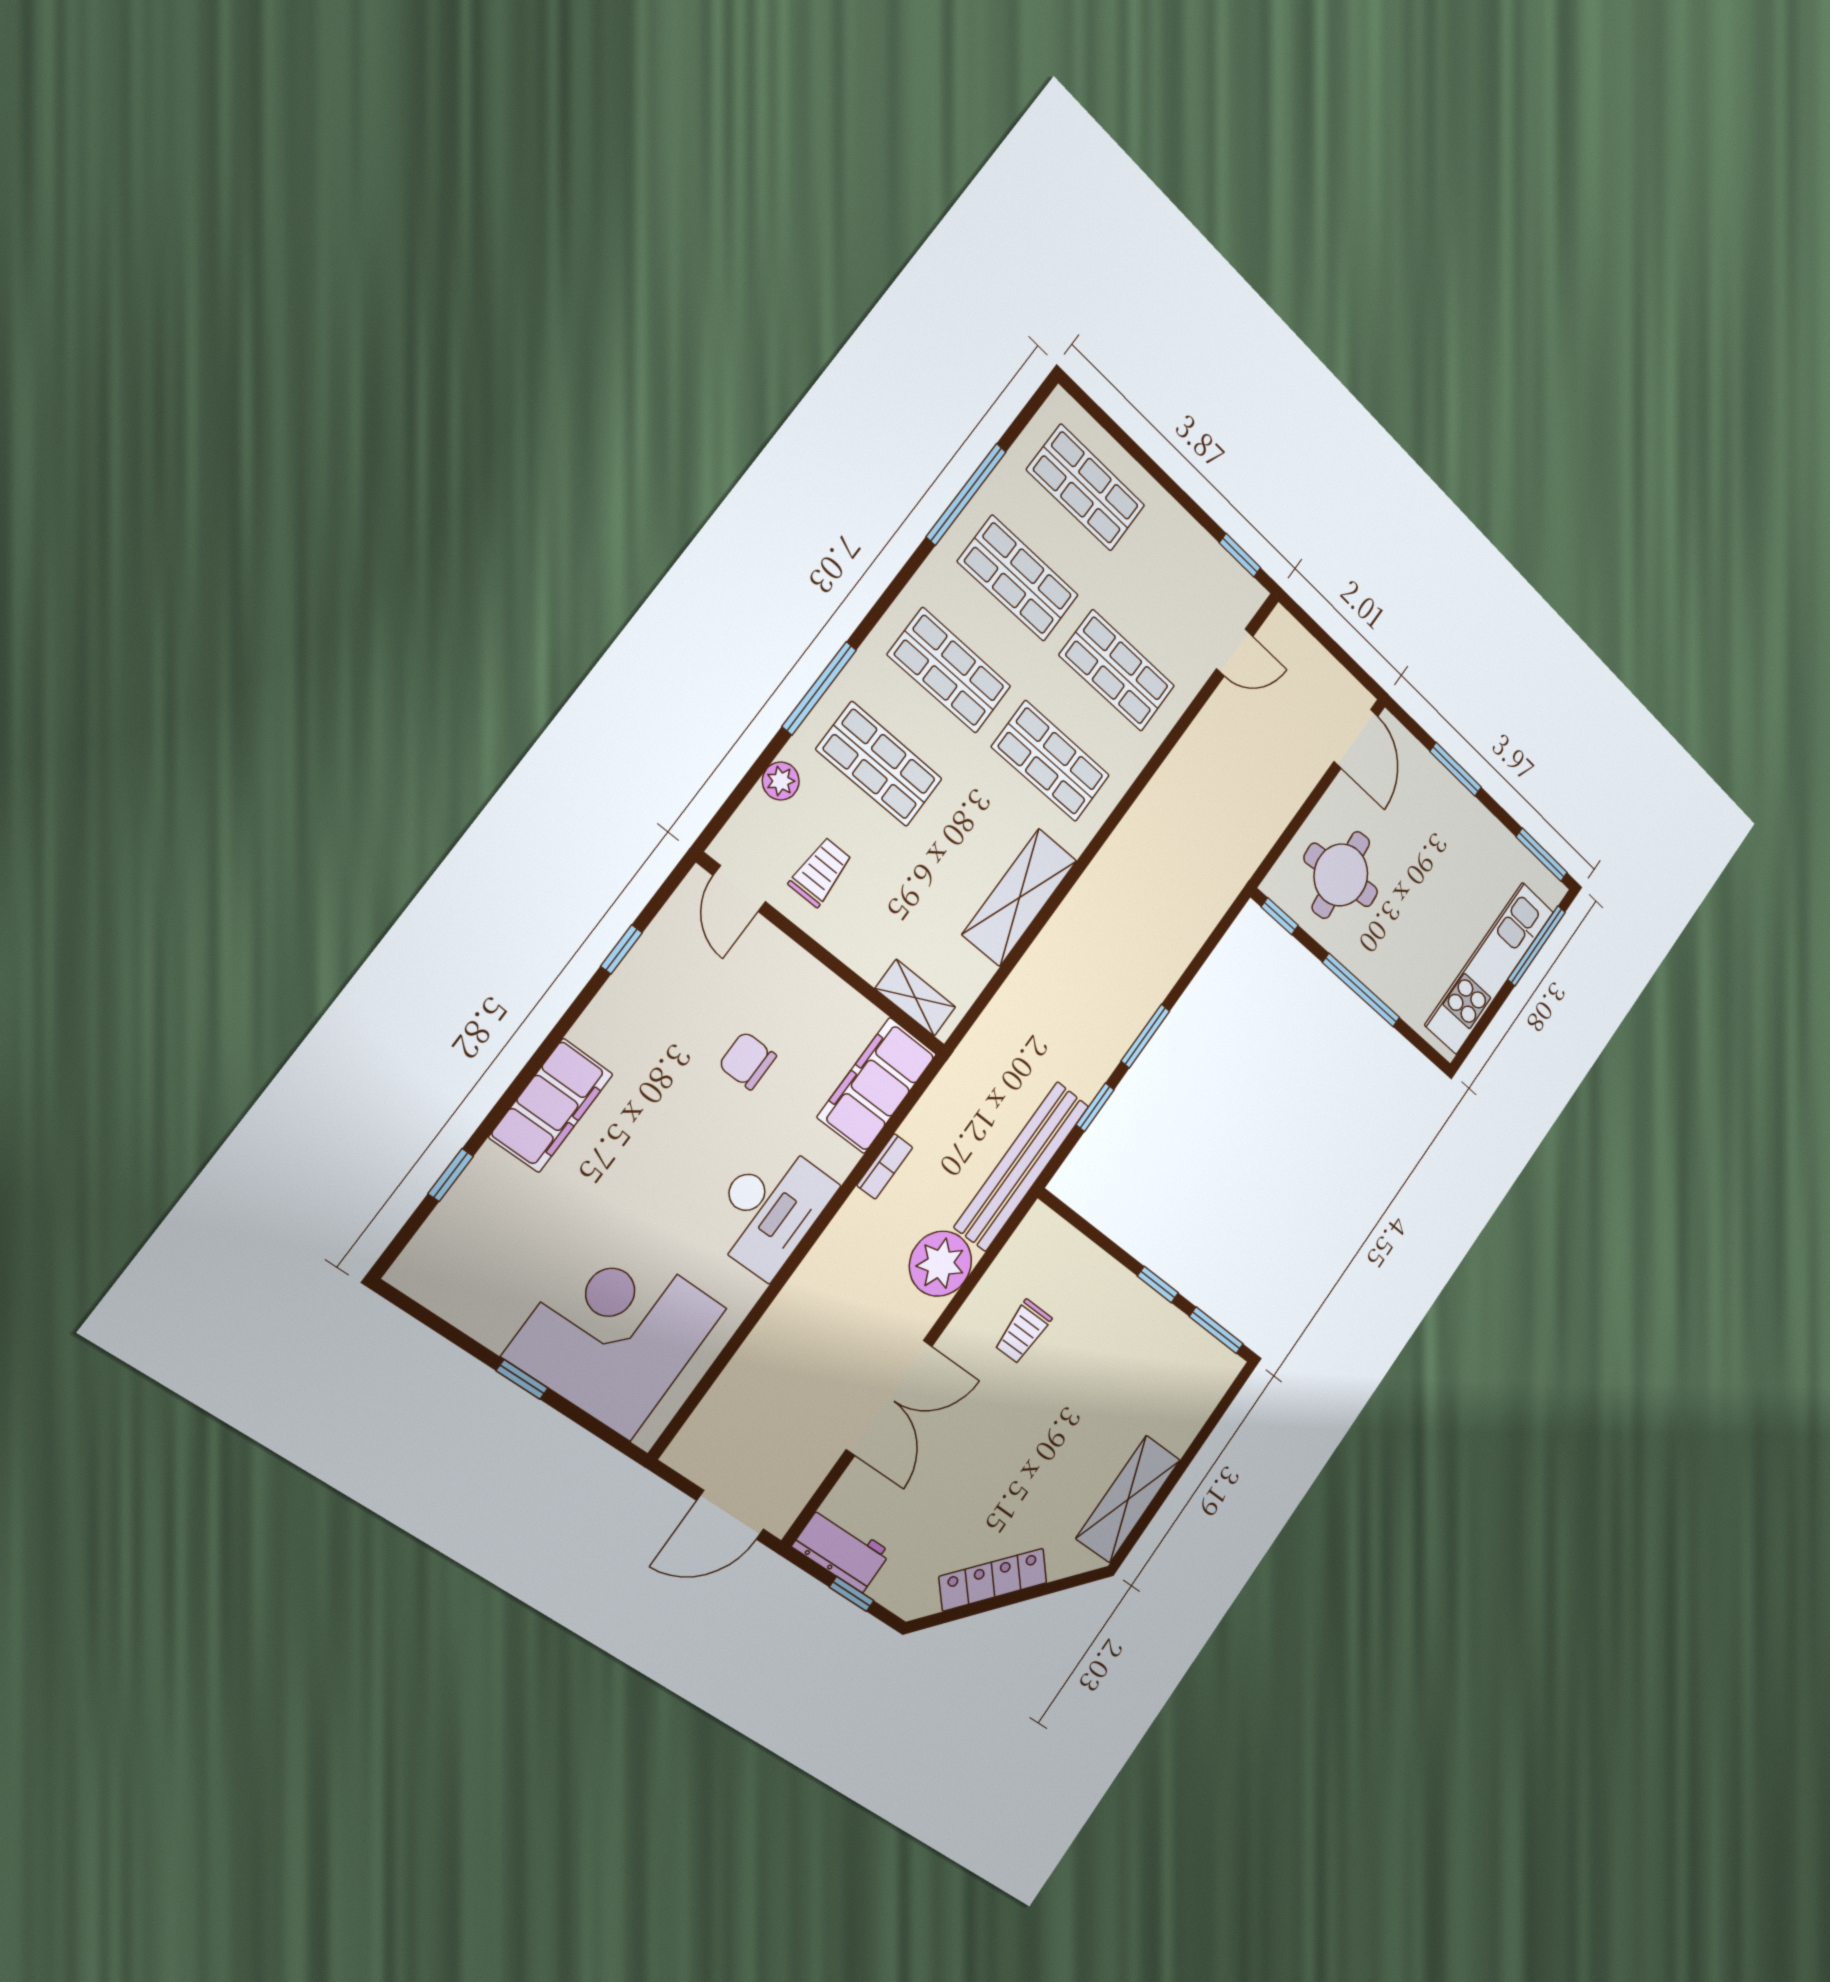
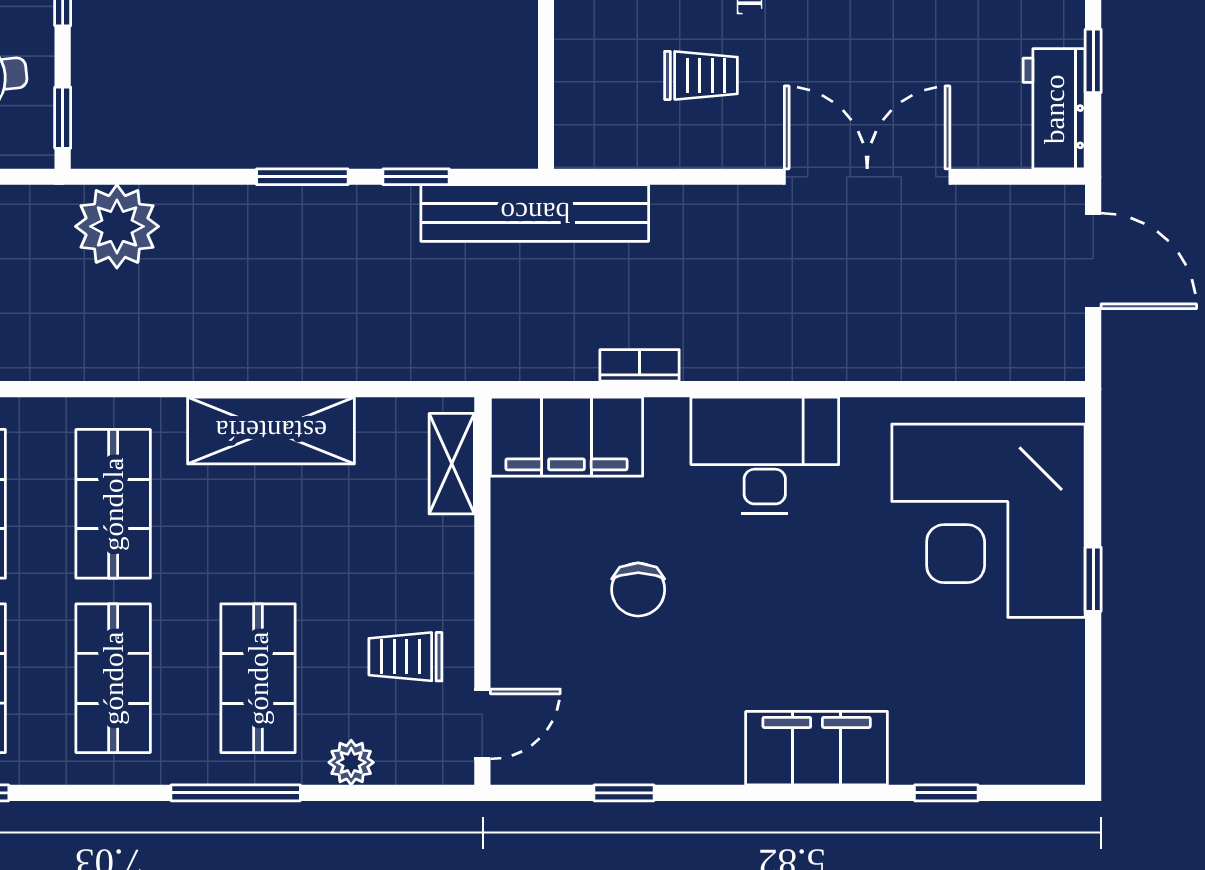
plant: (941, 1264) -> (117, 226), moved

